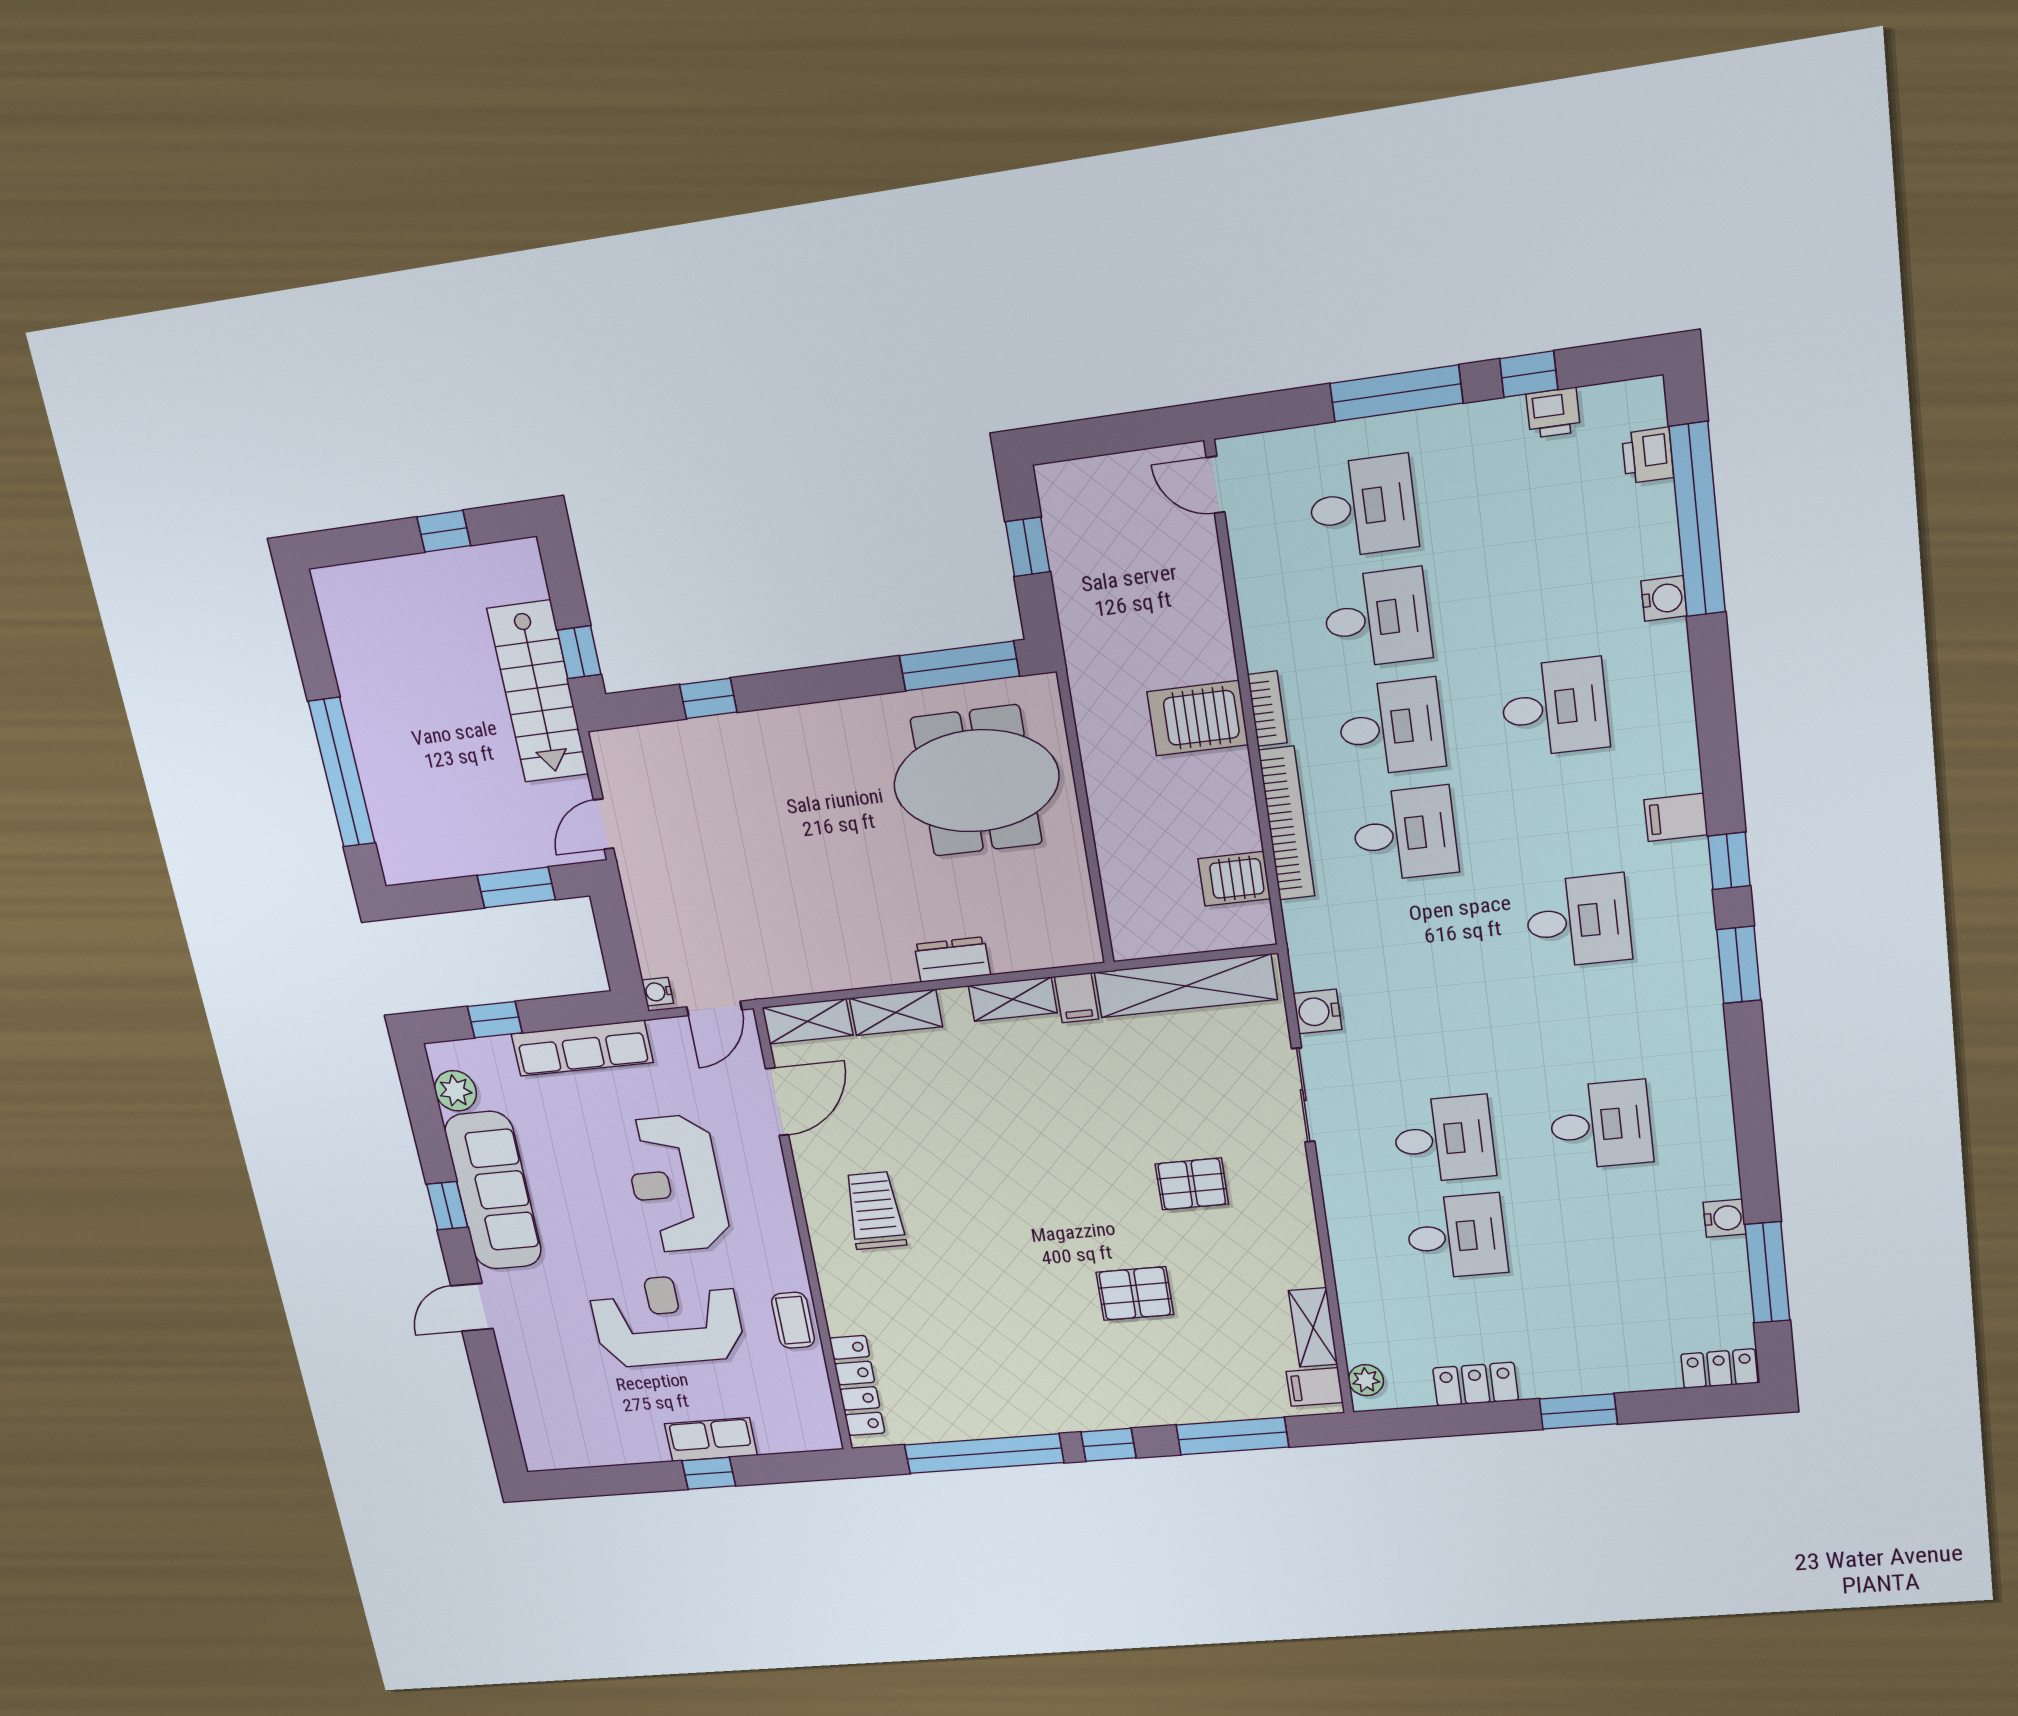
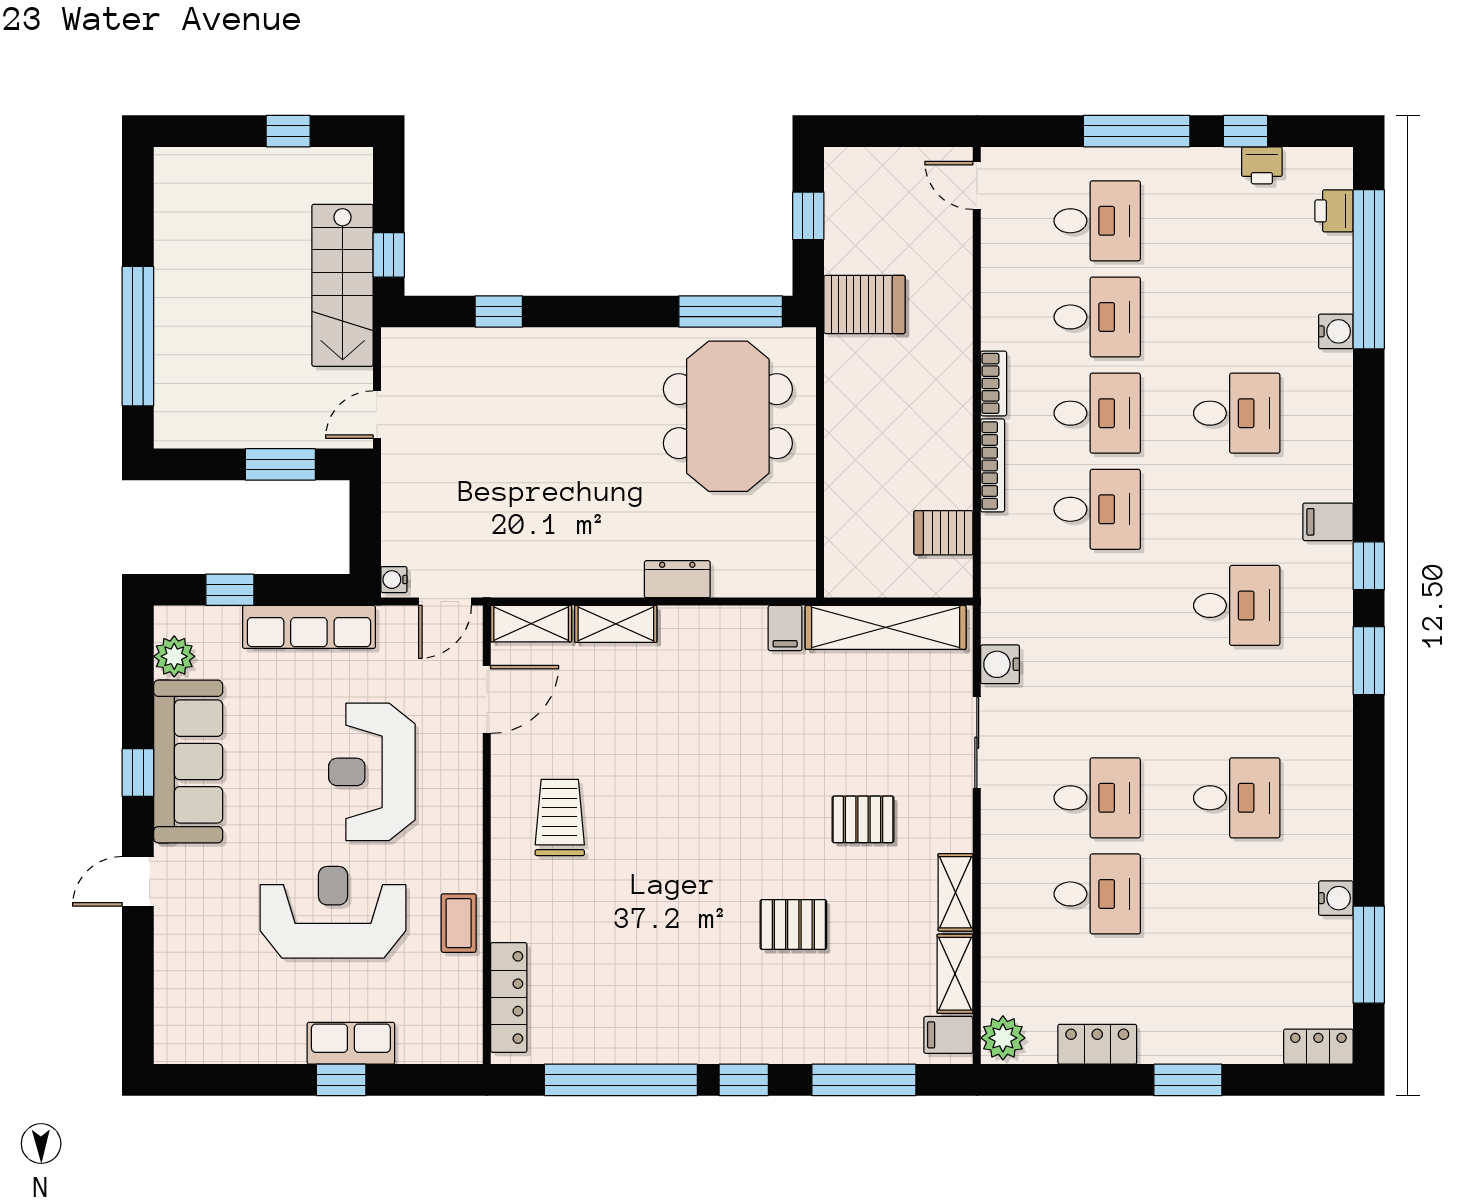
server rack: (1198, 718) -> (865, 304), moved, turned 180
meeting table: (976, 781) -> (728, 416), turned 90
bookcase: (1287, 823) -> (993, 465), width x0.68, depth x0.76
shelving: (1013, 999) -> (955, 892), moved, turned 90
plant: (1366, 1380) -> (1003, 1038), width x1.38, depth x1.38

